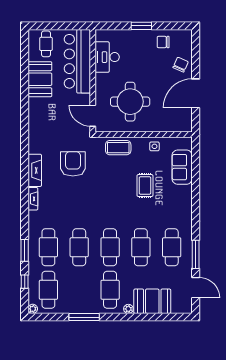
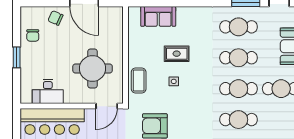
side table: (154, 146) -> (174, 81), moved

